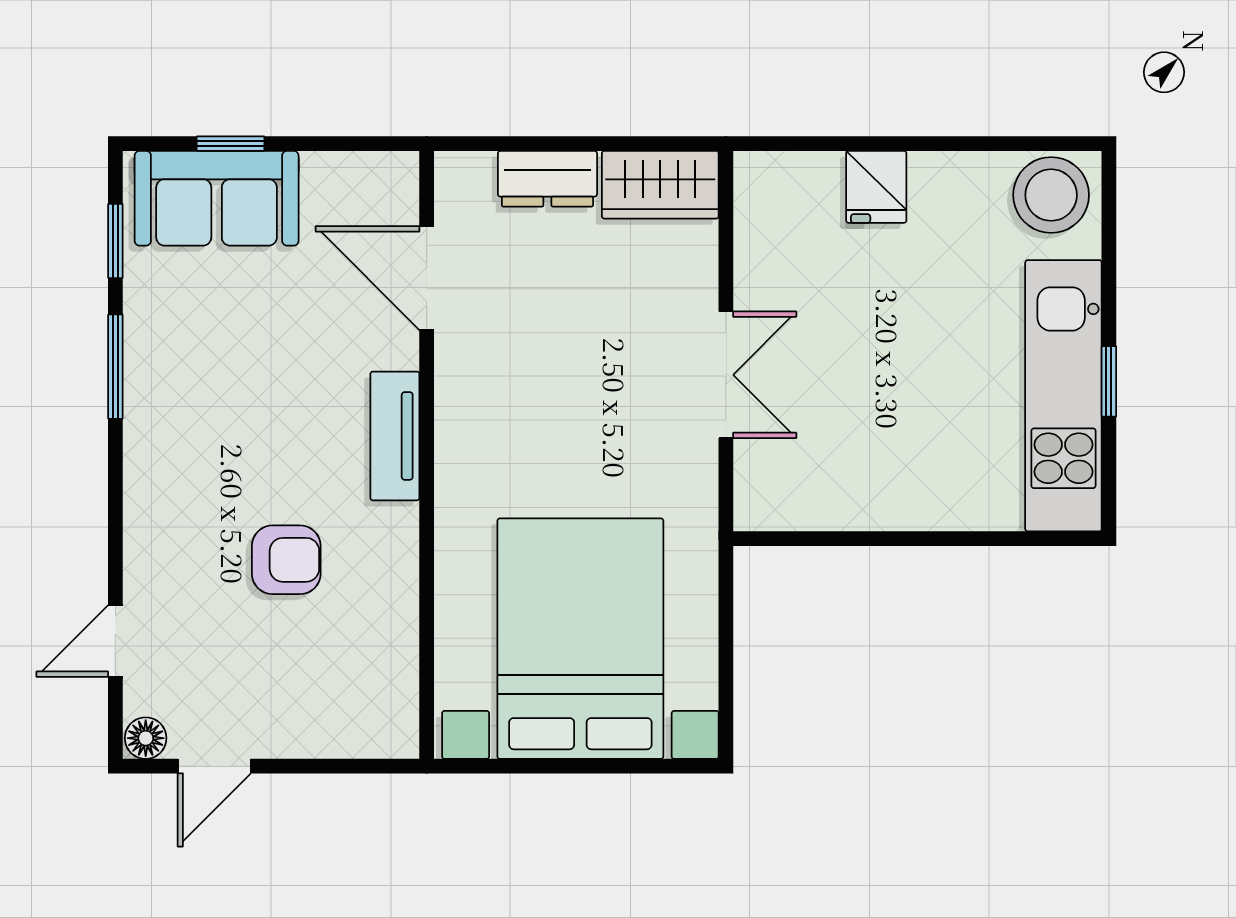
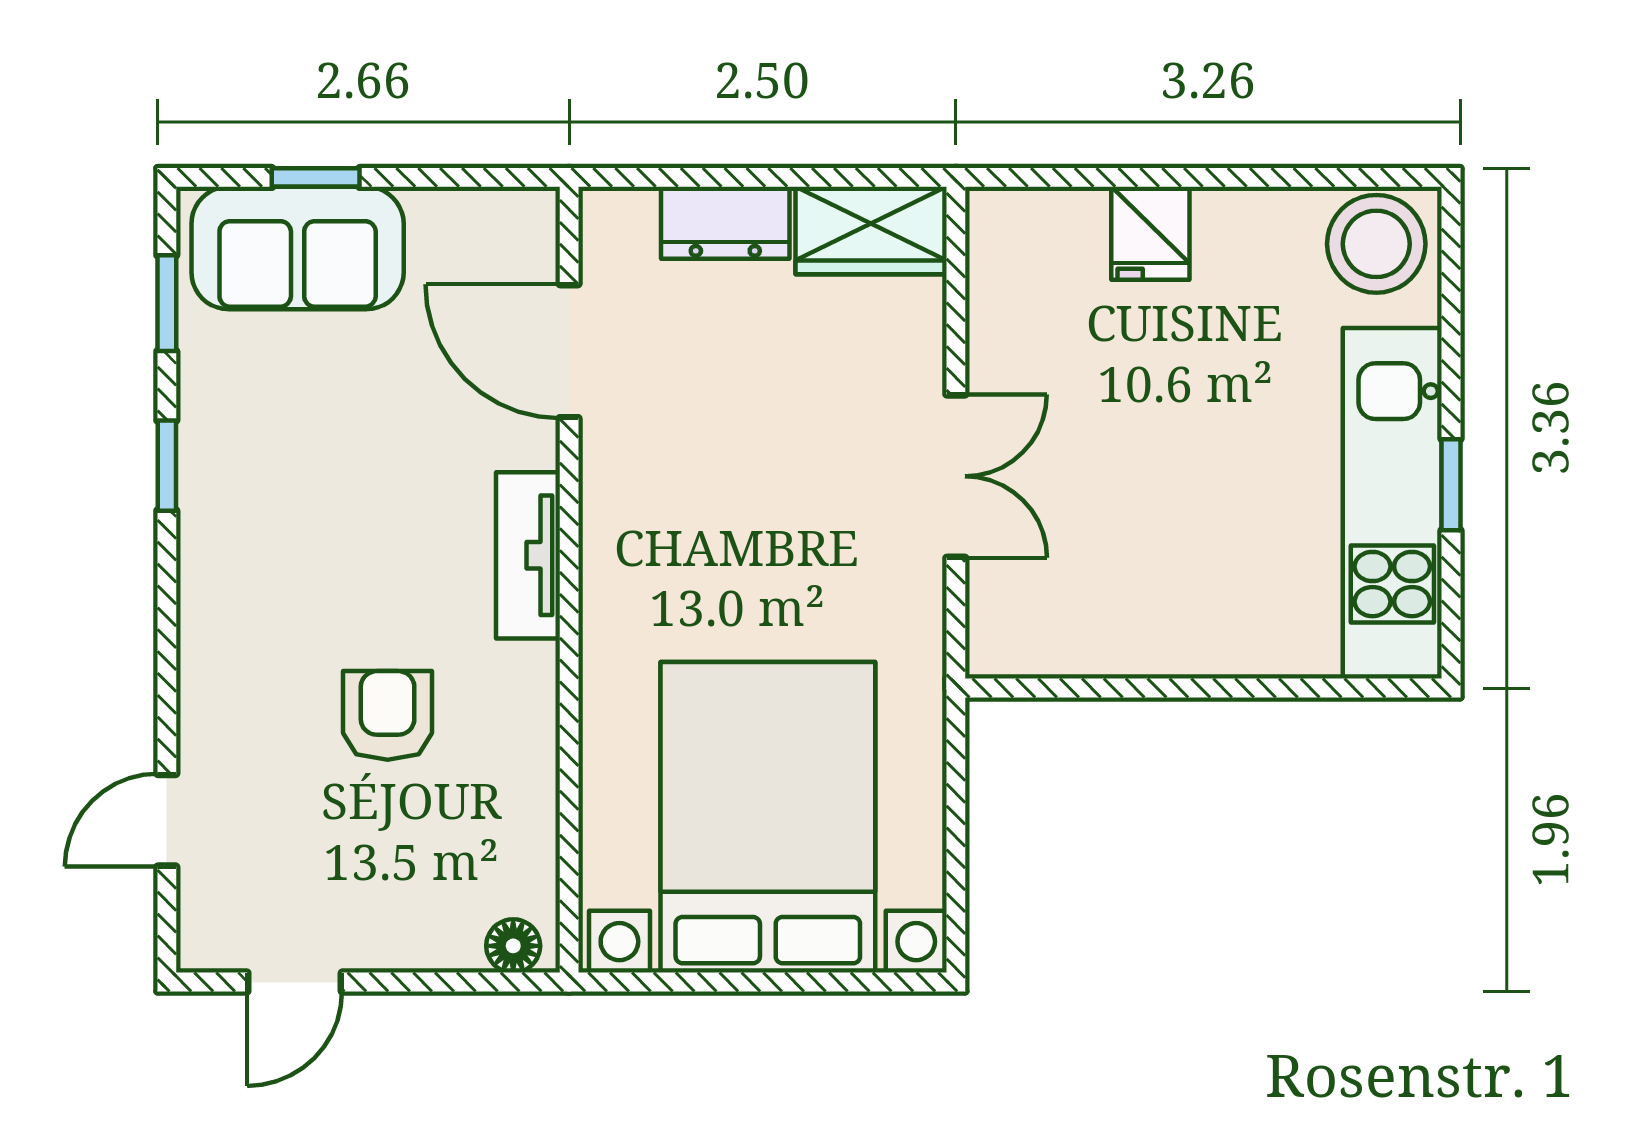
window: (115, 367) -> (167, 466), width x0.67
armchair: (286, 560) -> (388, 715), turned -90
floor lamp: (146, 738) -> (513, 946), moved

